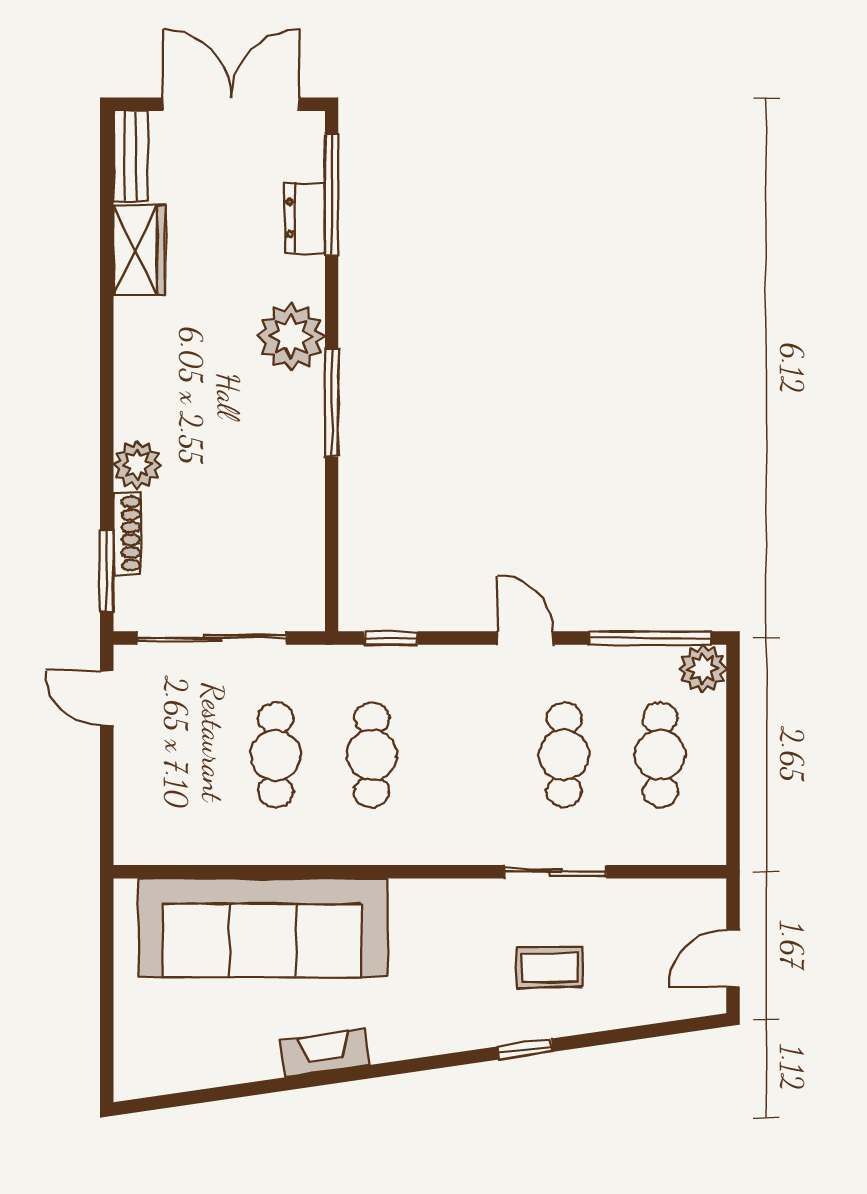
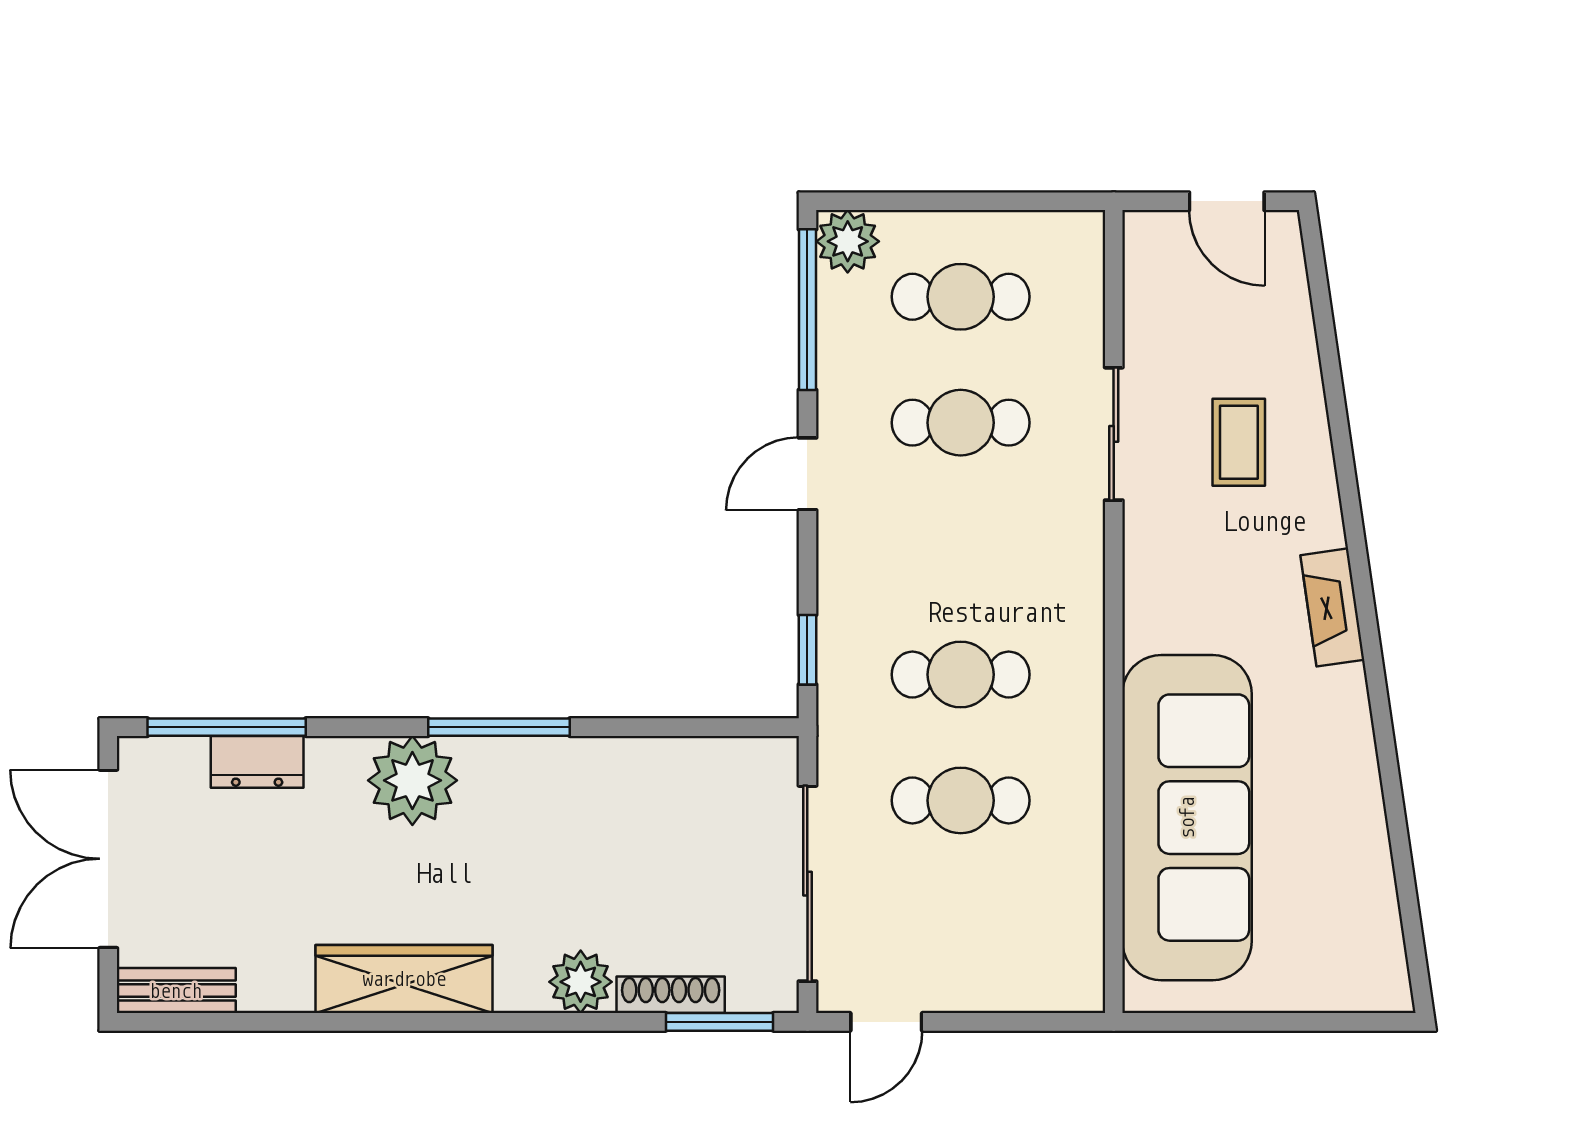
wardrobe: (139, 250) -> (404, 979), moved, width x1.50
window: (525, 1049) -> (1346, 473), removed
fireplace: (325, 1053) -> (1332, 607), moved

